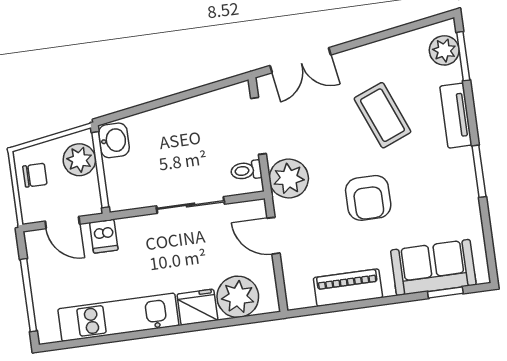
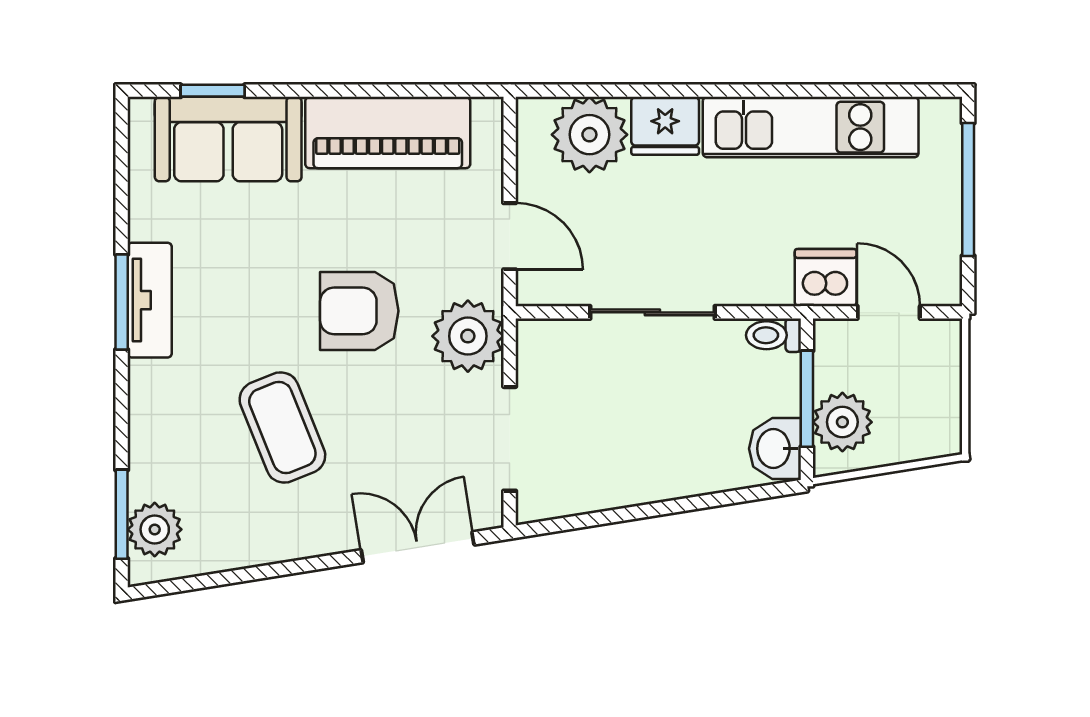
tv unit: (456, 116) -> (150, 300), moved
window: (100, 170) -> (807, 399), width x0.69
toilet: (246, 170) -> (774, 335), moved, turned 180
chair: (35, 175) -> (927, 405), removed
armchair: (368, 198) -> (359, 311), moved, turned -90
dishwasher: (104, 236) -> (826, 278), width x1.38
piano: (348, 288) -> (388, 133), width x1.37, depth x1.33

